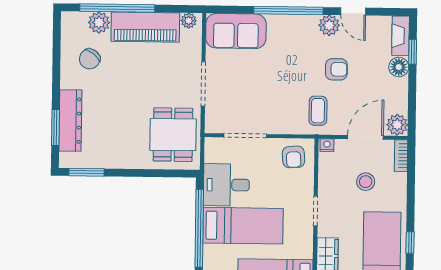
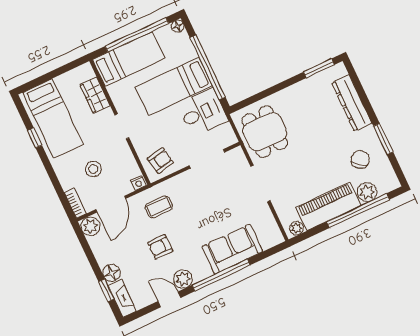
sofa: (236, 31) -> (232, 249), moved
coffee table: (318, 111) -> (159, 207), turned 90
window: (55, 128) -> (383, 139), moved
armchair: (293, 157) -> (160, 161), turned 83

